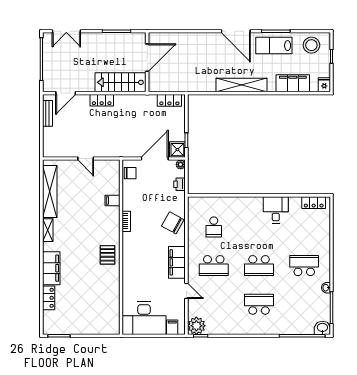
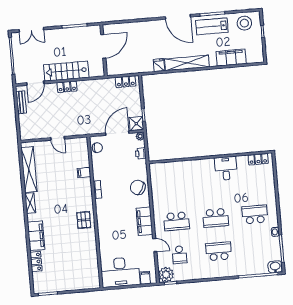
stairs: (121, 82) -> (66, 71), moved
fridge: (324, 85) -> (159, 65), moved
school desk: (214, 227) -> (179, 255), moved

